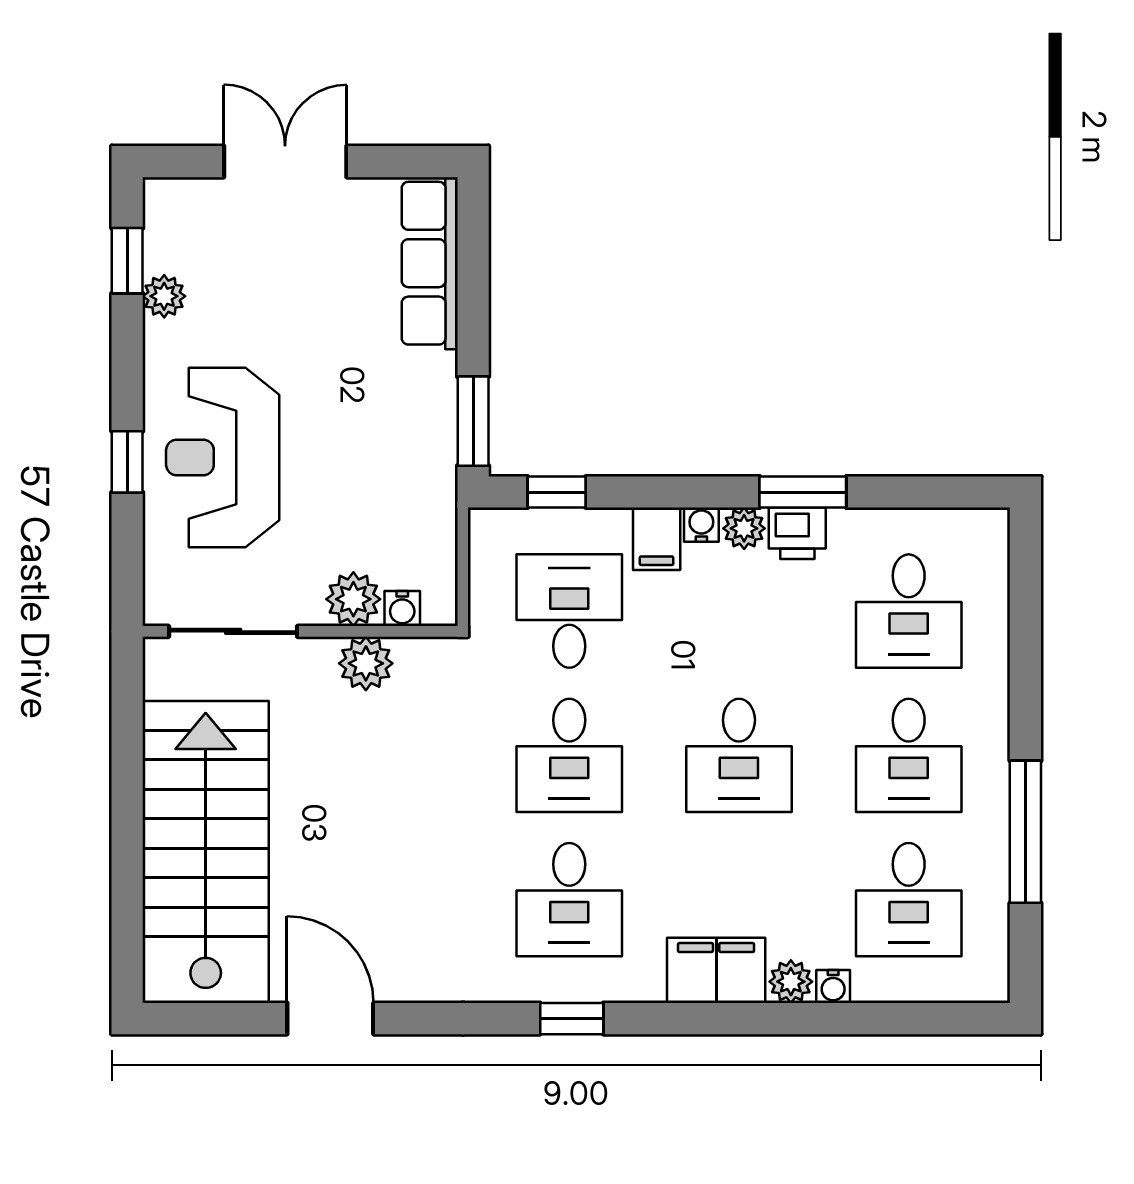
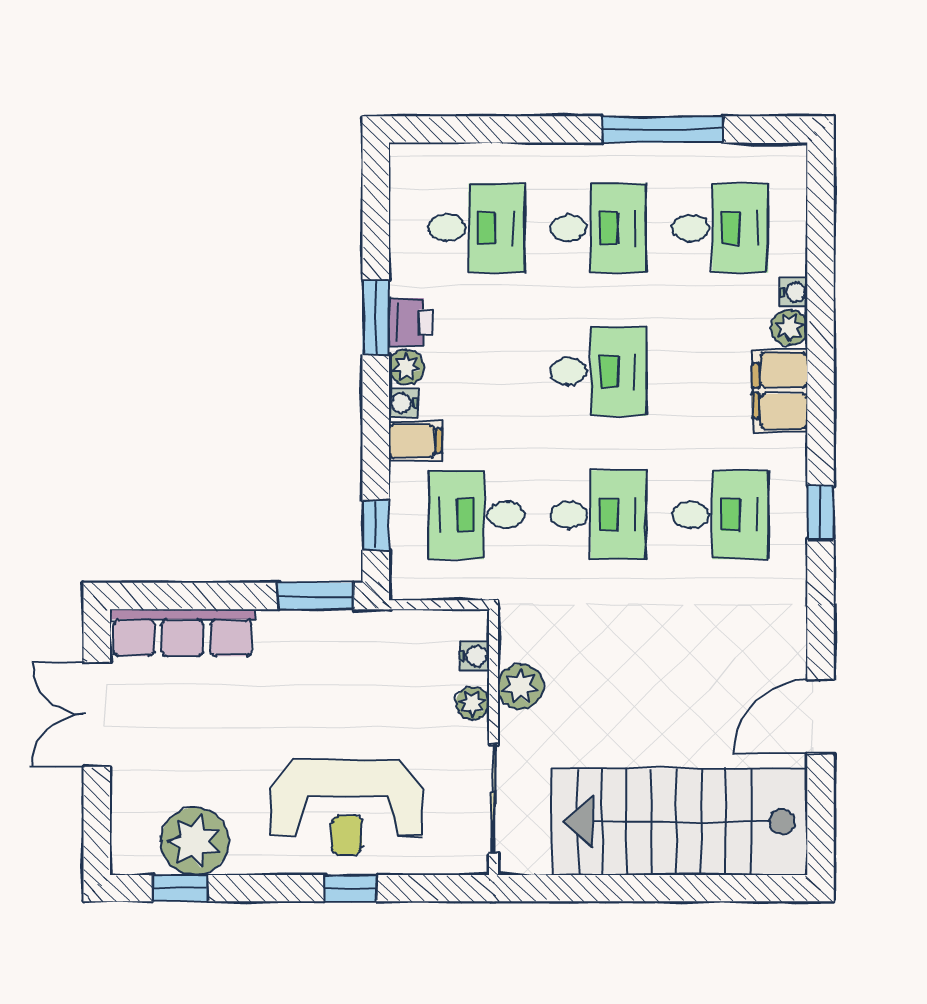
double door: (285, 162) -> (97, 714), moved
plant: (164, 296) -> (195, 841), width x1.88, depth x1.88
plant: (353, 599) -> (473, 703), width x0.73, depth x0.73

